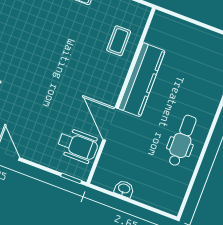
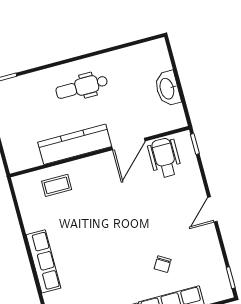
dental chair: (182, 141) -> (82, 87), moved
washbasin: (124, 189) -> (167, 89), width x1.91, depth x1.45

